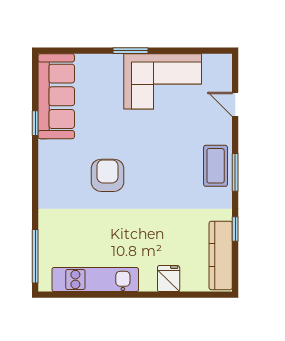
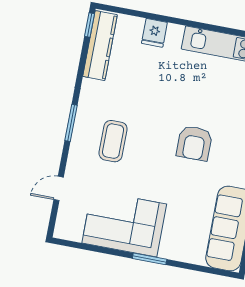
door: (235, 104) -> (59, 188), swing flipped
coffee table: (216, 166) -> (113, 141), moved
window: (235, 229) -> (89, 25), moved

